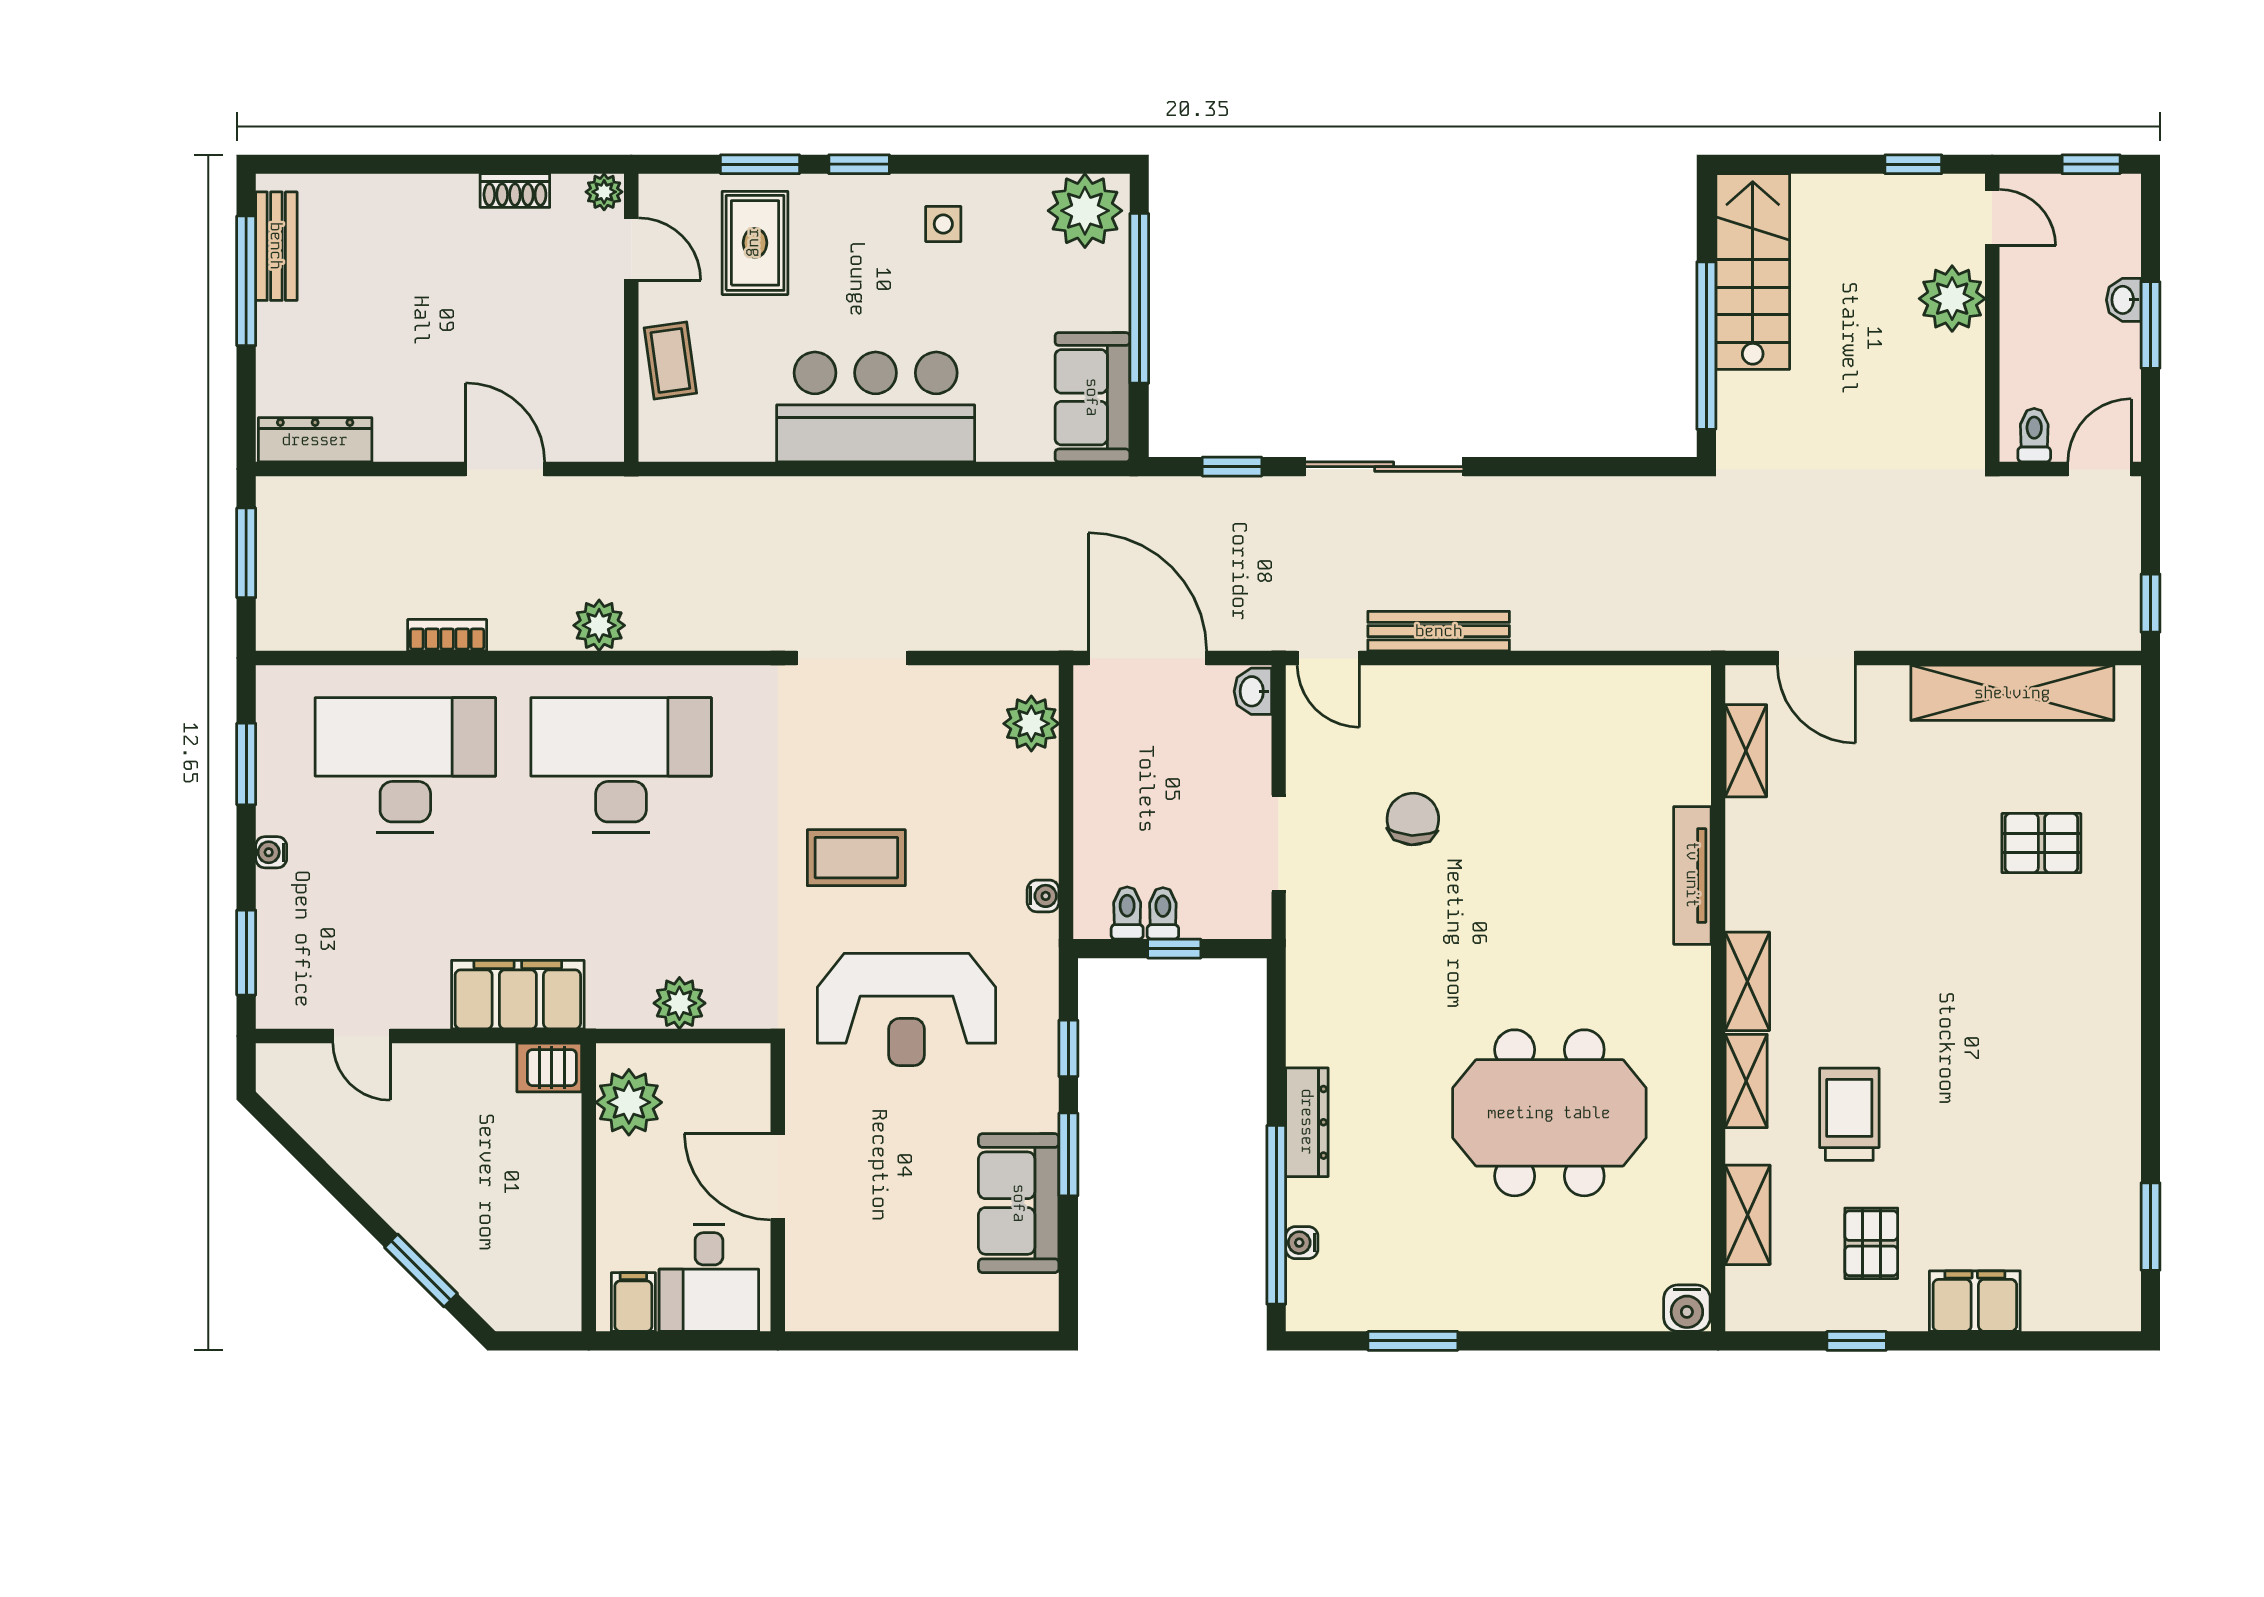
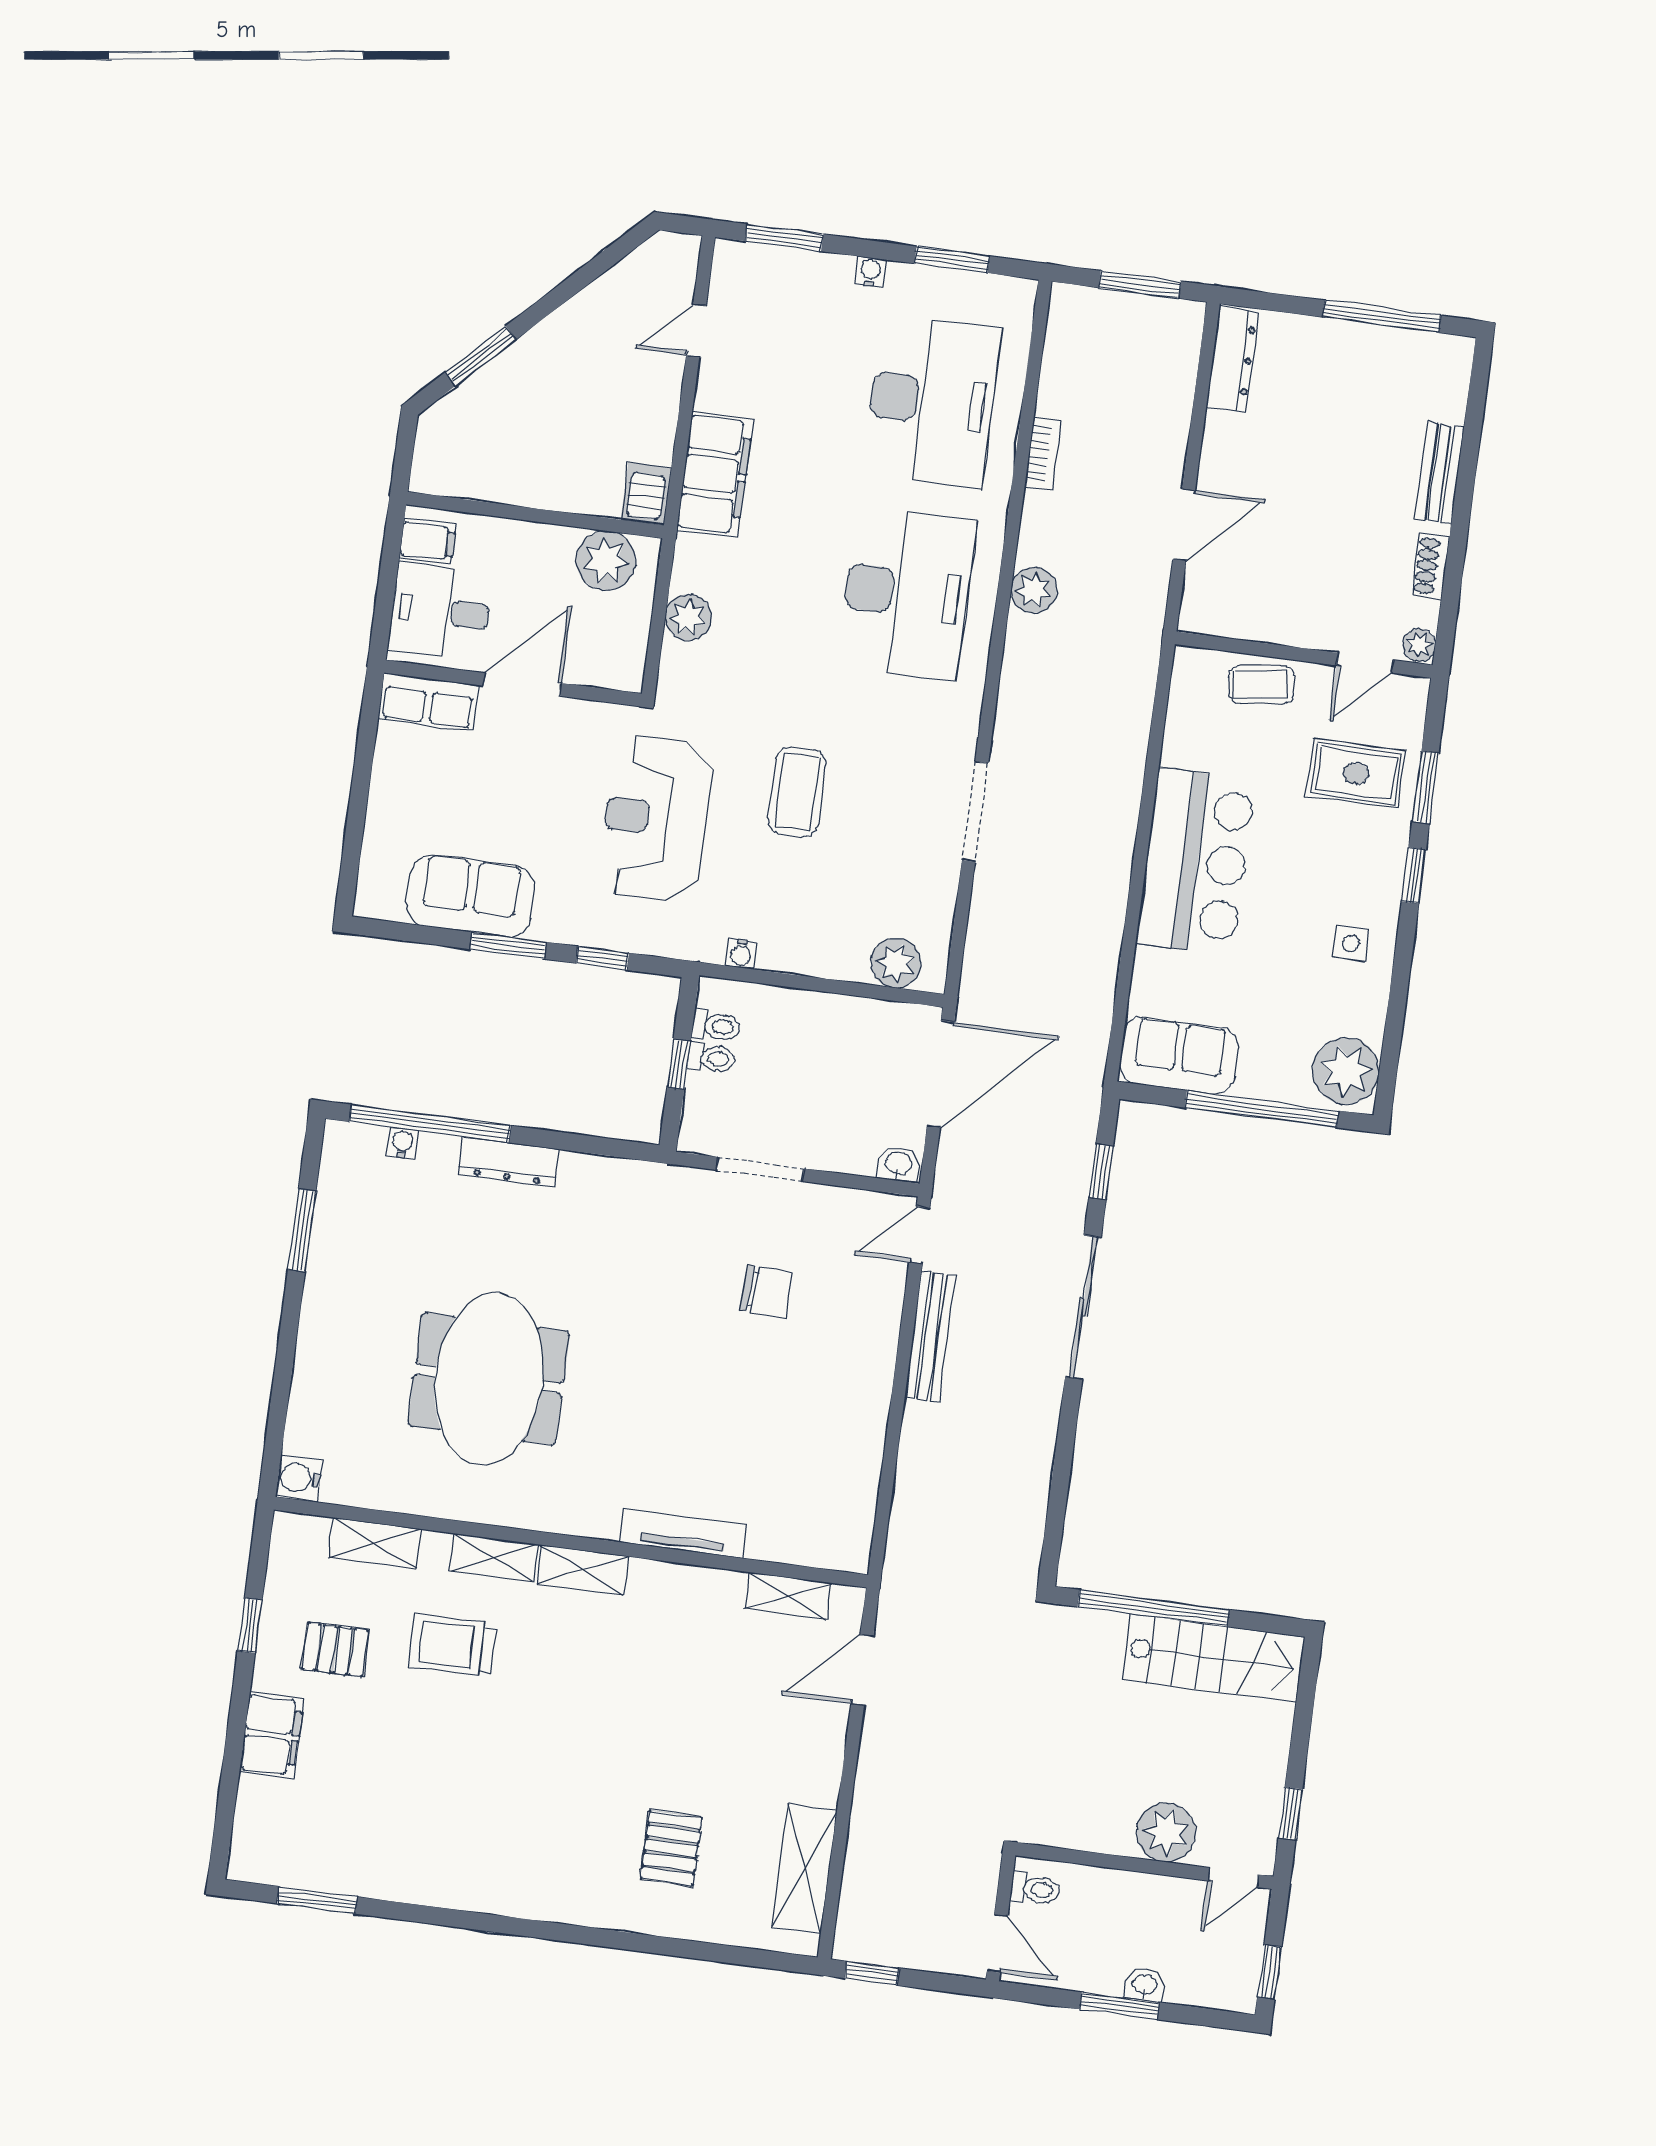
bench: (276, 246) -> (1440, 473), moved, turned 90
shelving: (2012, 693) -> (805, 1869), width x0.68
trolley: (1849, 1114) -> (452, 1645), turned 180
row of seats: (810, 1278) -> (428, 702), added

